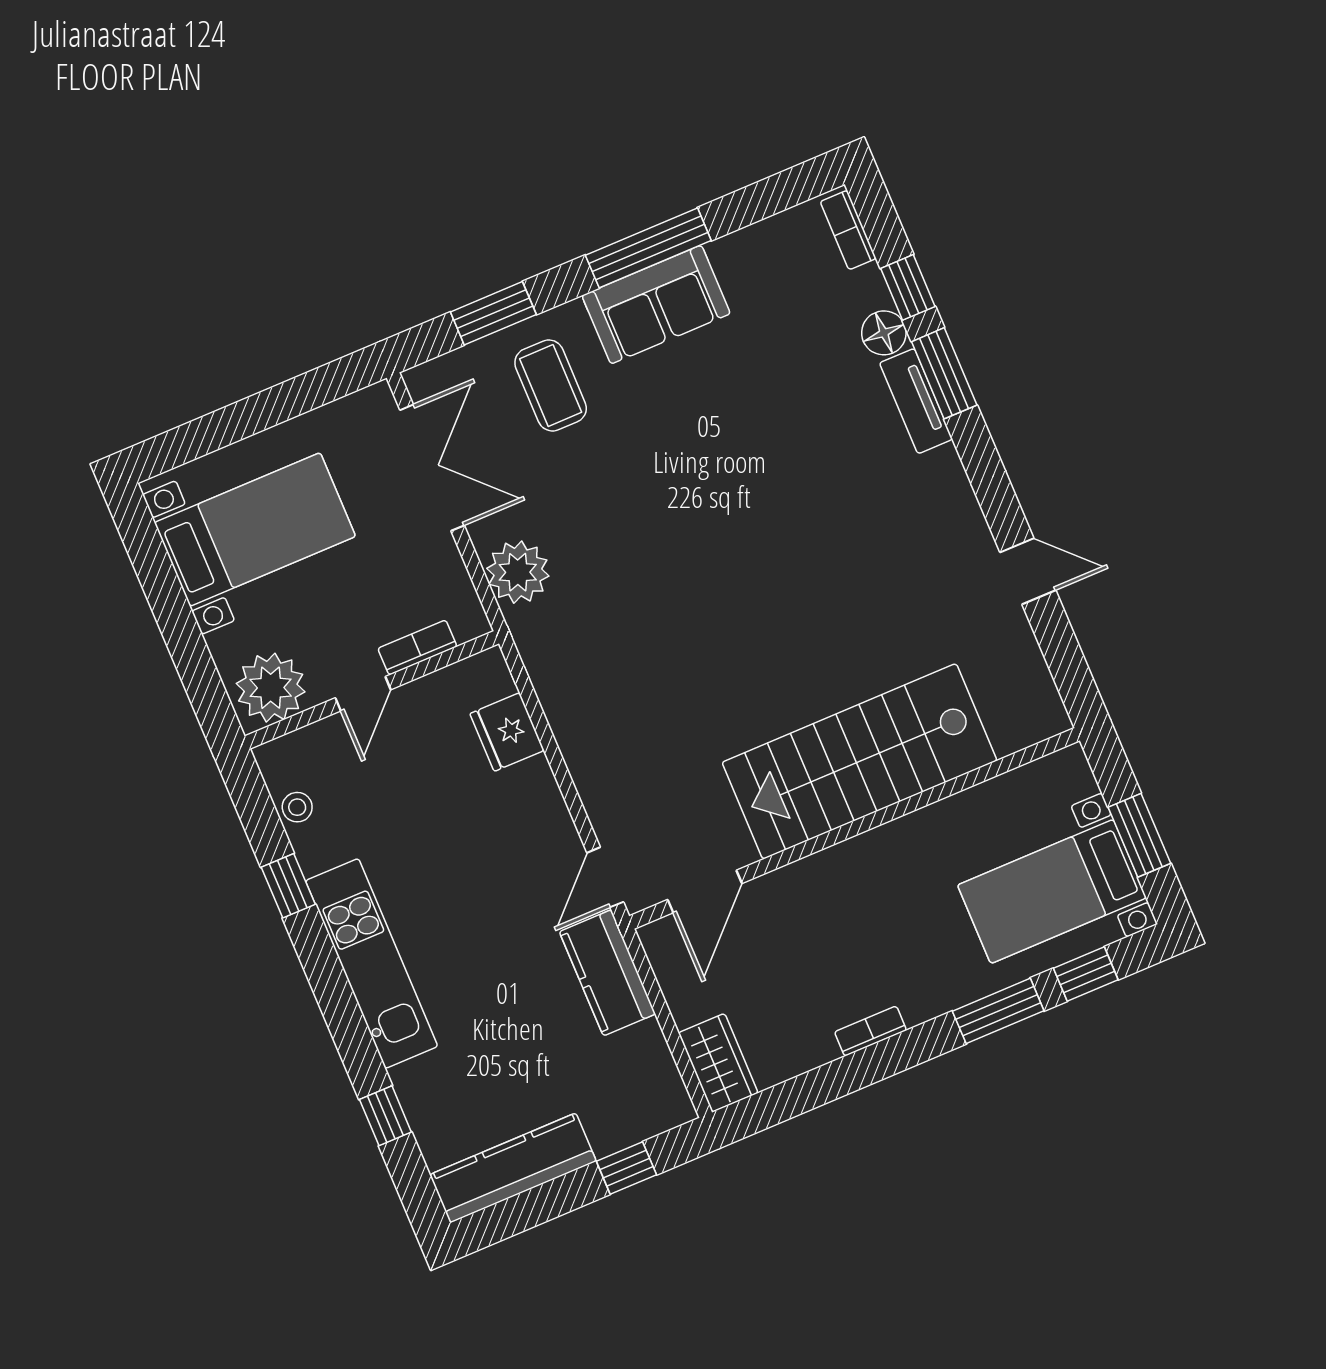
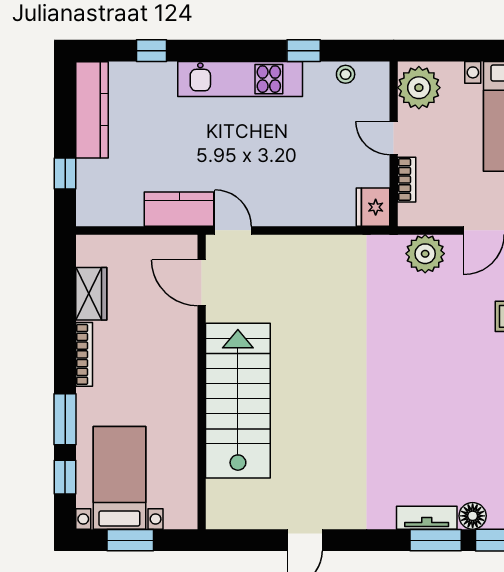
fridge: (507, 732) -> (373, 207), moved, turned -90
bookcase: (870, 1031) -> (84, 354), width x1.56
wardrobe: (718, 1063) -> (91, 294), moved, turned -90

